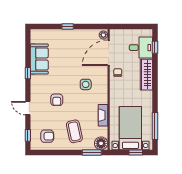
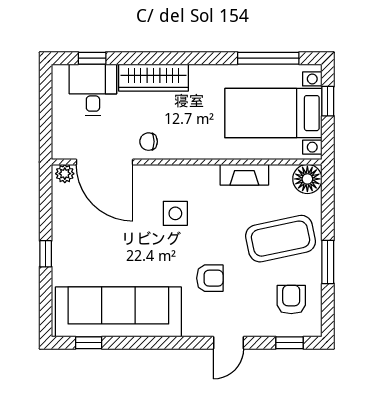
sofa: (39, 59) -> (118, 312), width x1.85, depth x1.27
window: (28, 73) -> (89, 343), moved
coffee table: (74, 131) -> (281, 239), width x1.36, depth x1.32
window: (92, 152) -> (328, 262), moved

